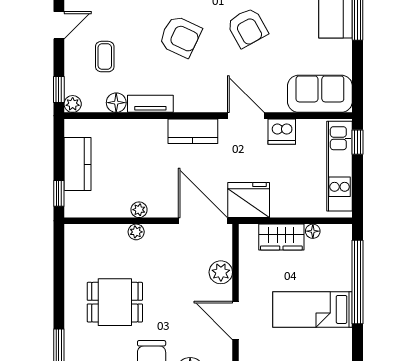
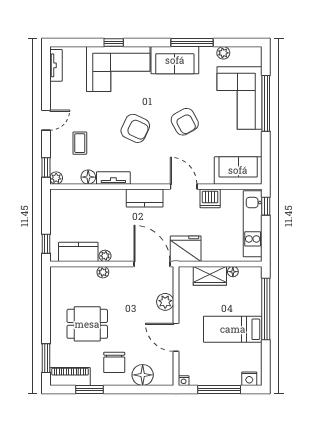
kitchen counter: (77, 164) -> (78, 252), moved, turned -90

